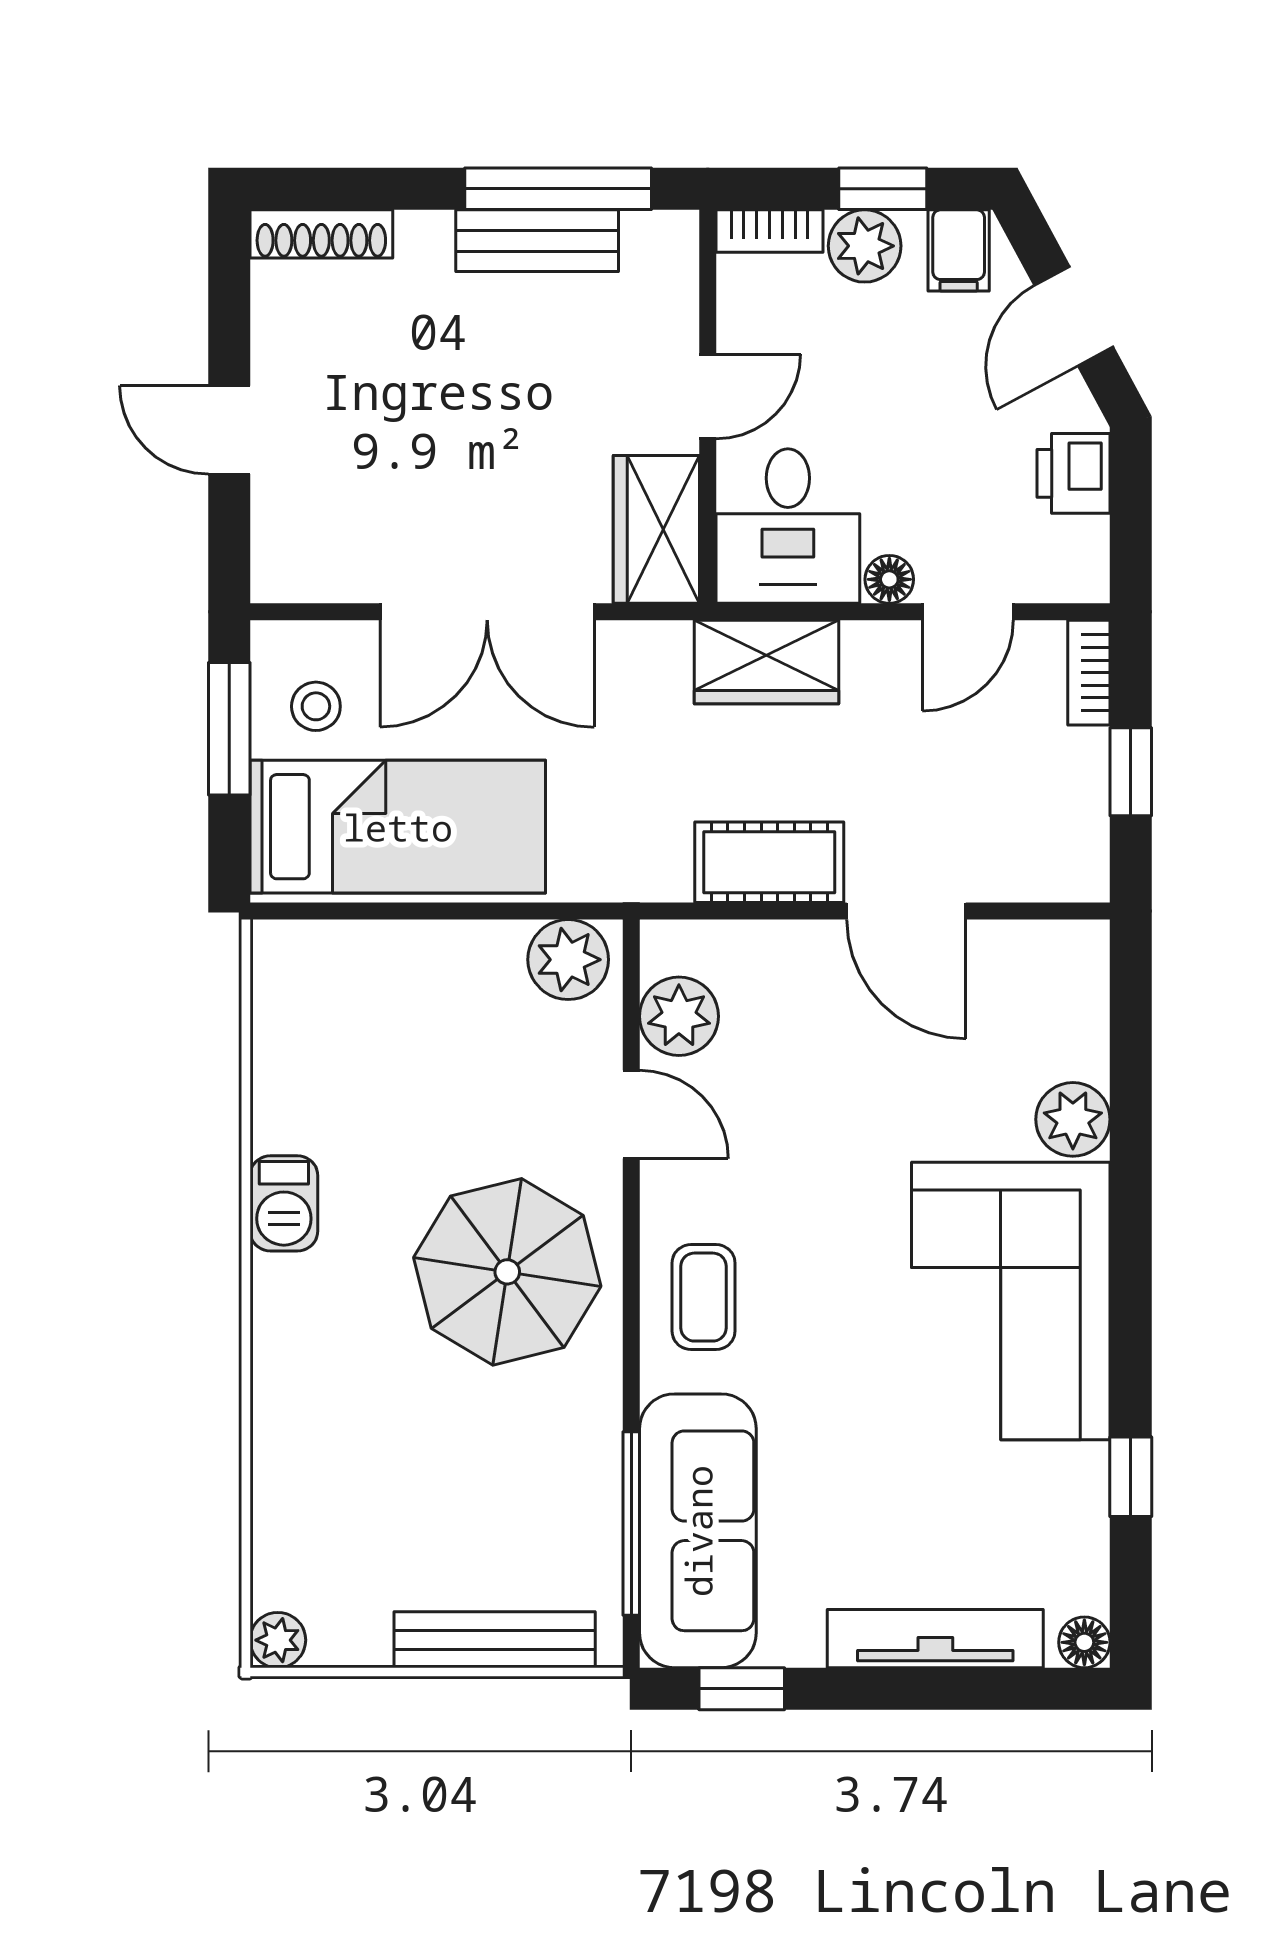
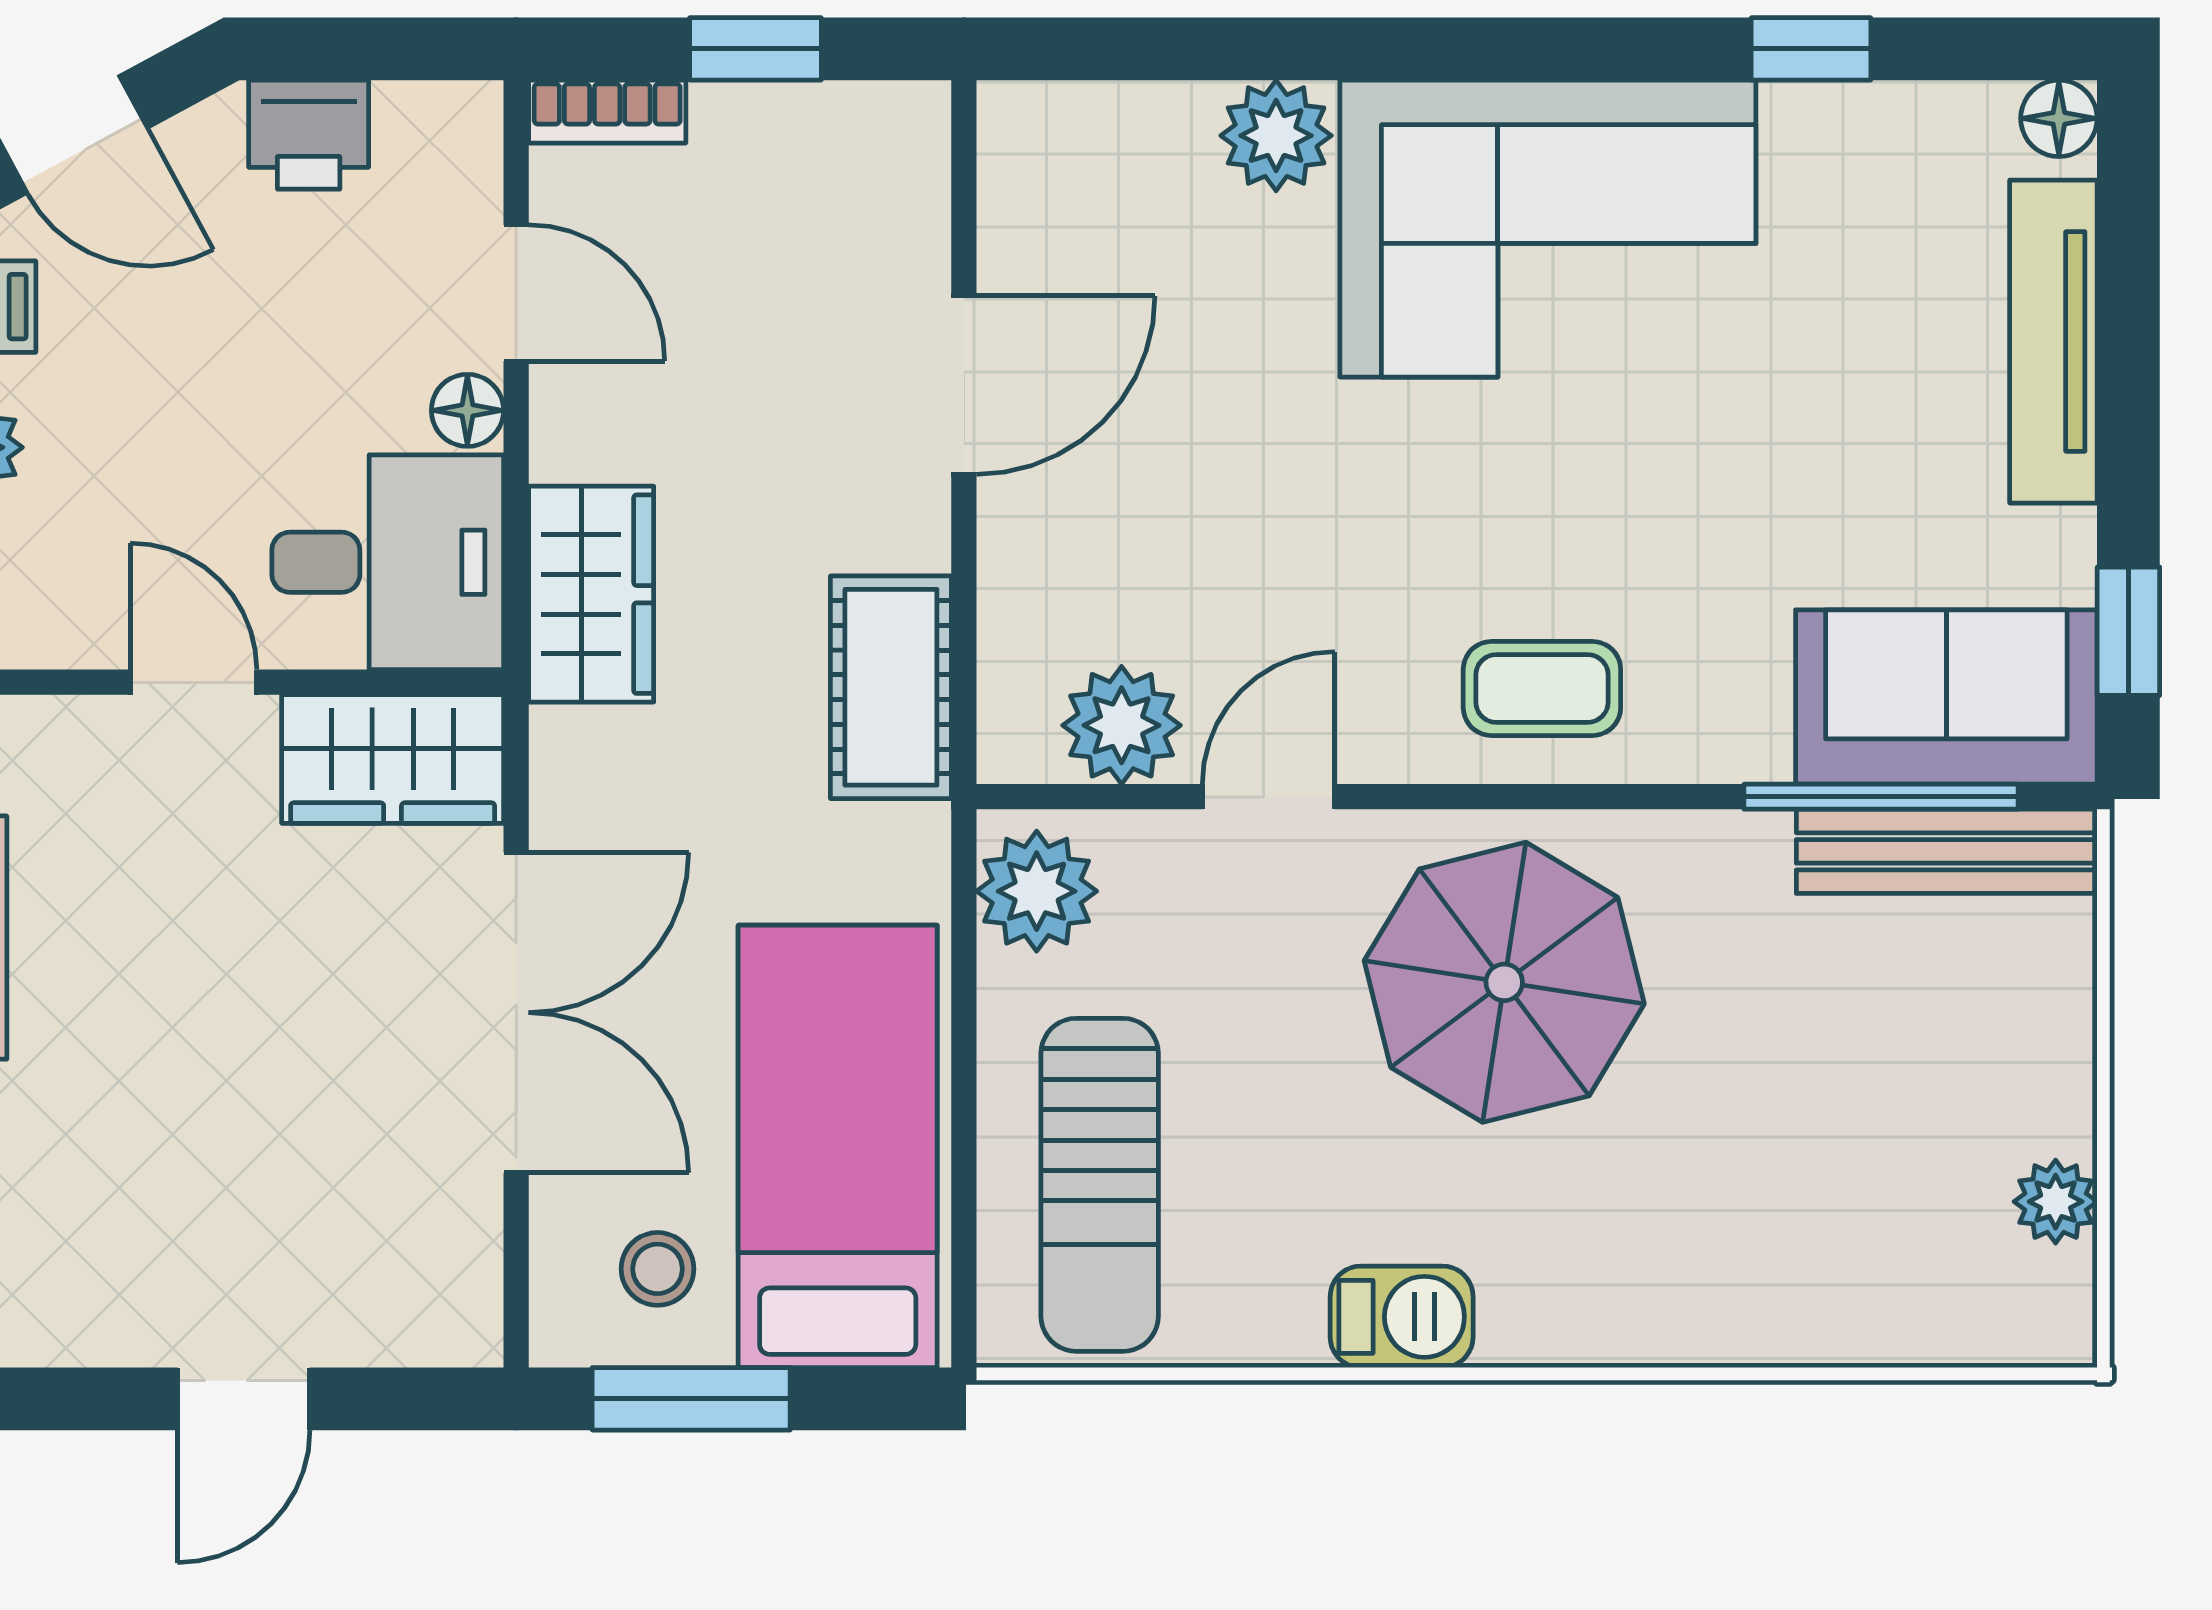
cot: (769, 862) -> (891, 687), moved
sun lounger: (372, 1002) -> (1100, 1185), added
sofa: (698, 1531) -> (1946, 697), width x0.73
plant: (278, 1640) -> (2056, 1202), moved
bench: (495, 1640) -> (1947, 851), moved, turned 90

